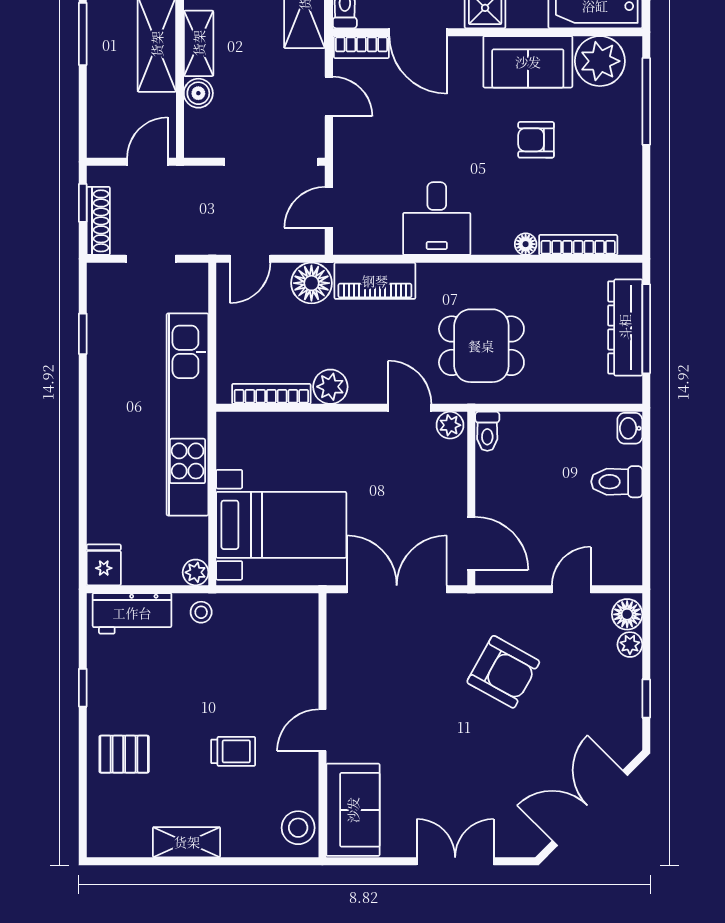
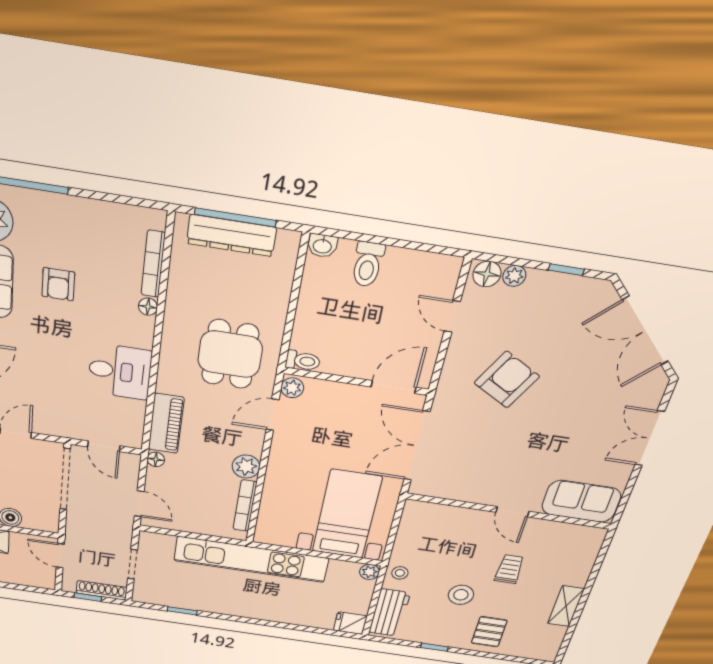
floor lamp: (311, 283) -> (156, 459), width x0.53, depth x0.53
stool: (298, 828) -> (461, 595), moved

